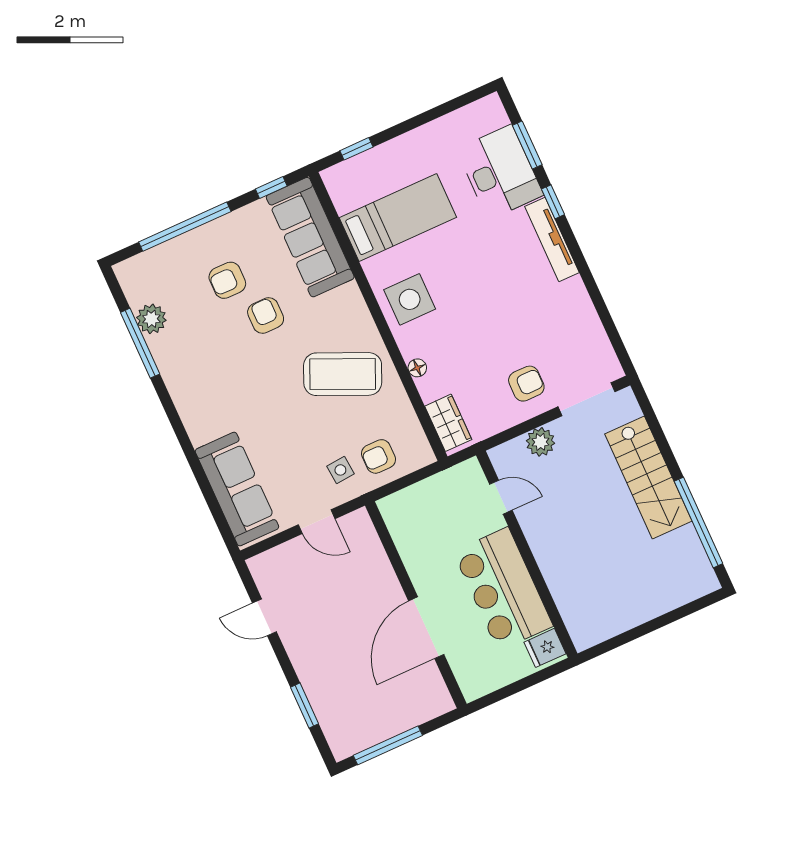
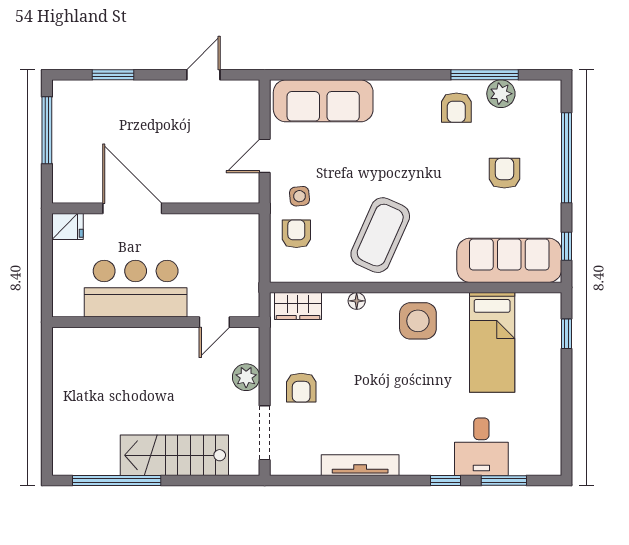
desk: (500, 172) -> (481, 447), width x0.73
tv unit: (552, 239) -> (360, 465), moved
armchair: (266, 316) -> (456, 108), moved, turned 90
fridge: (545, 648) -> (68, 226), moved, turned 90

